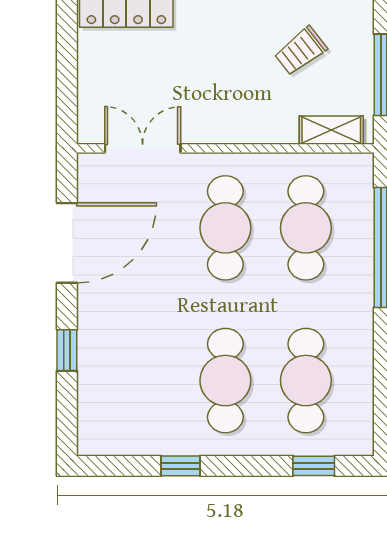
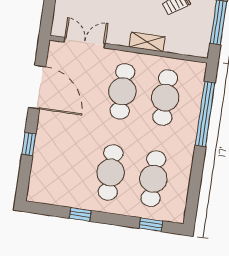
shelving: (331, 130) -> (147, 42), moved
door: (67, 243) -> (37, 87), hinge flipped

